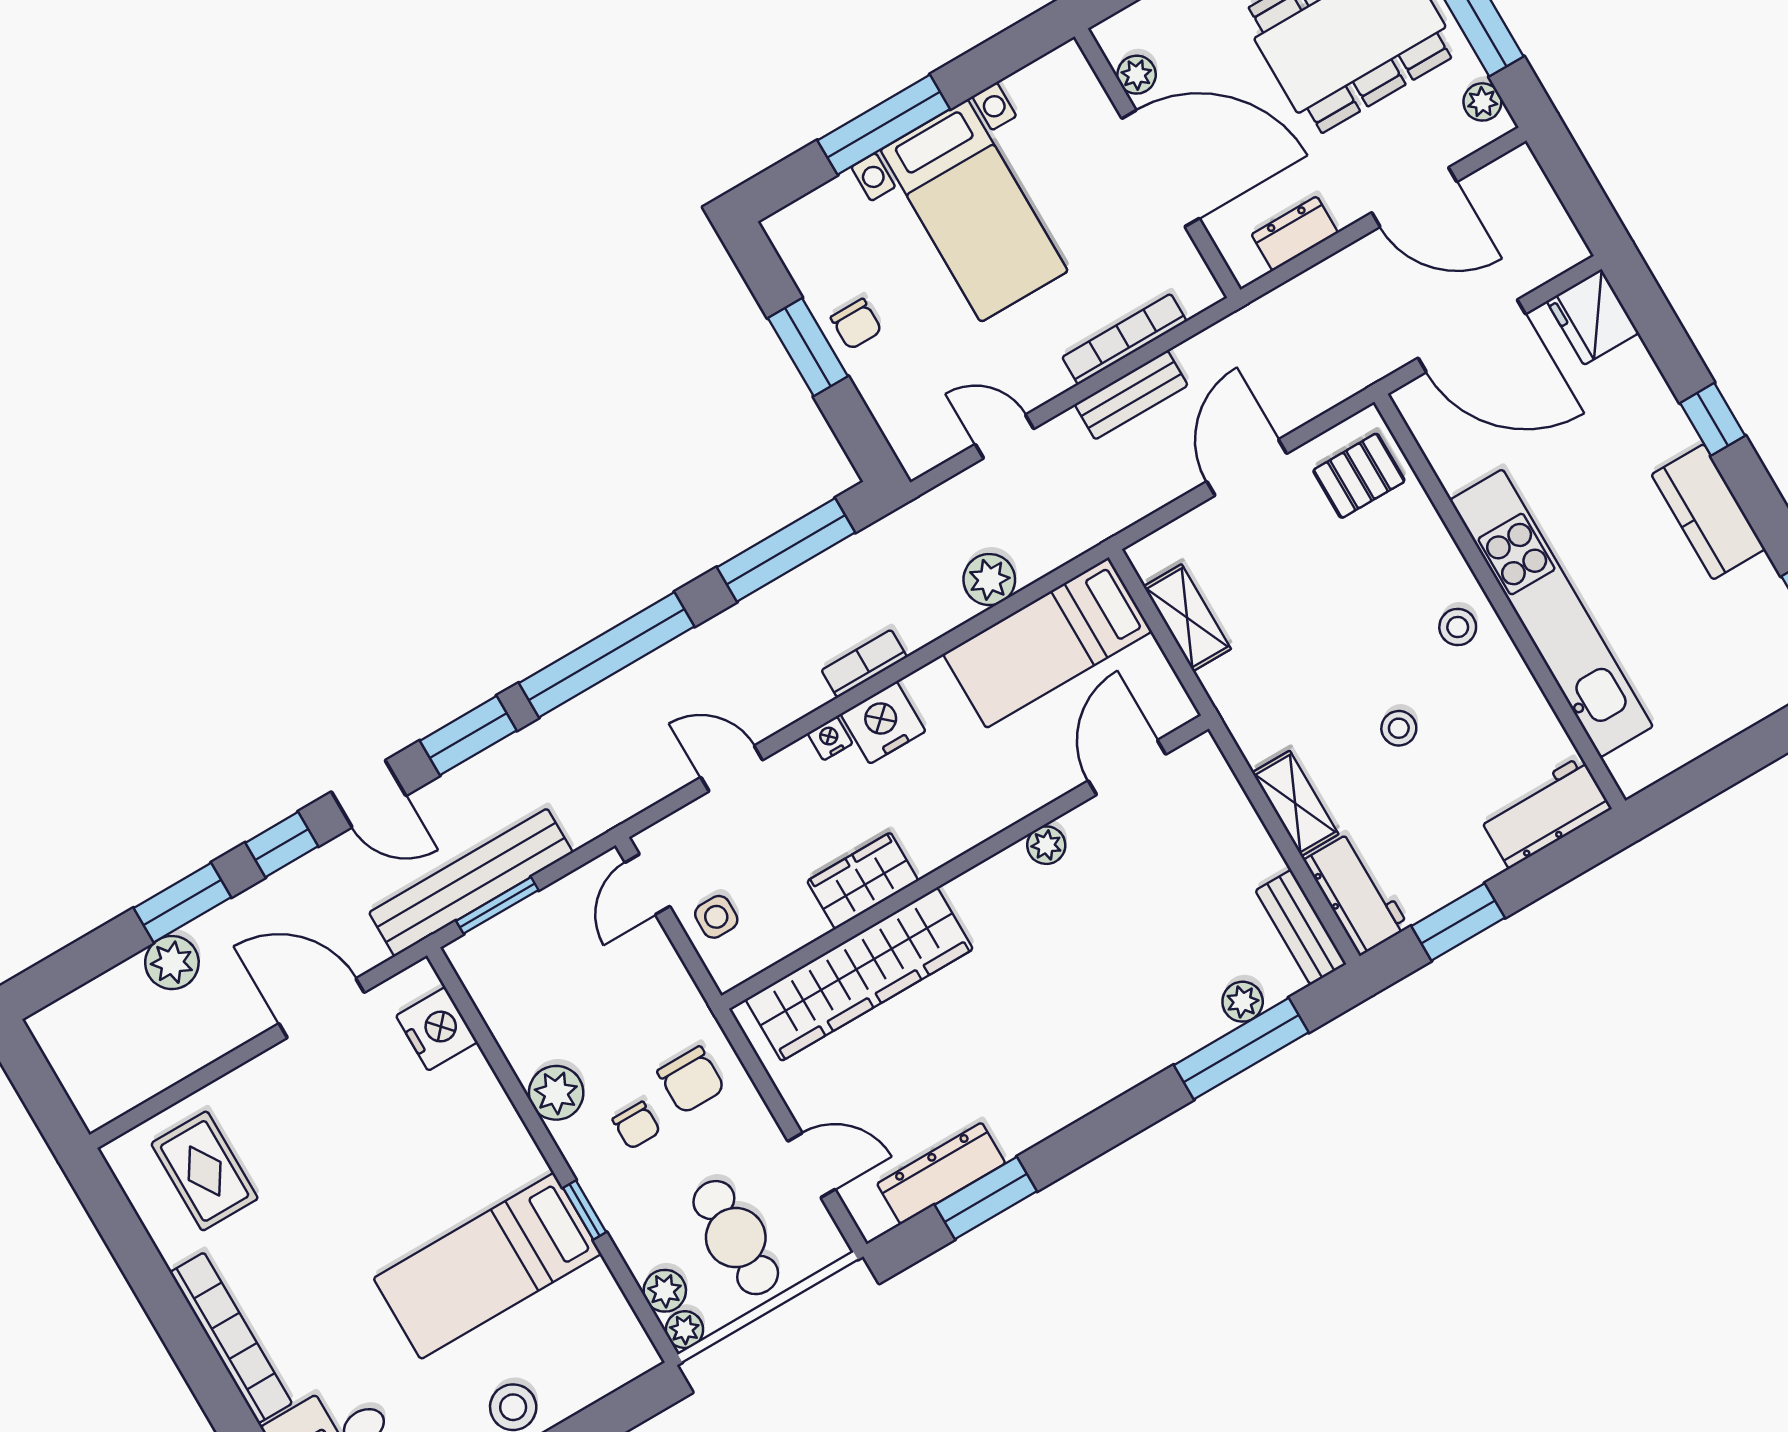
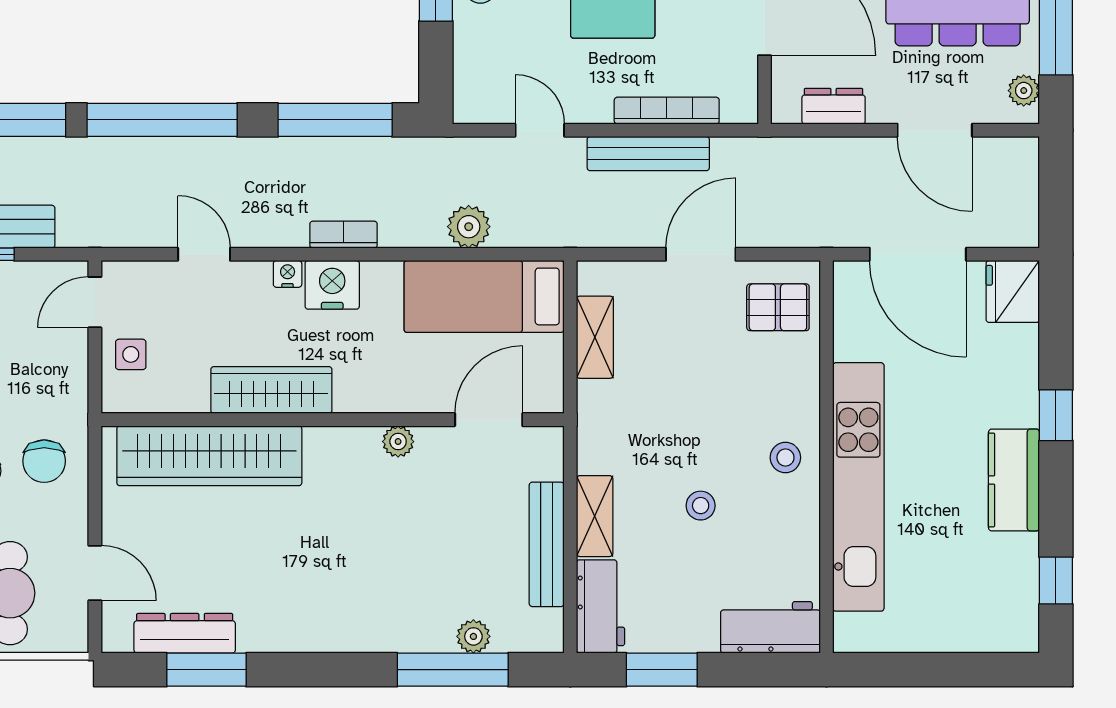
bench: (1131, 395) -> (648, 154), width x1.36
wardrobe: (863, 881) -> (271, 390), width x1.50
bench: (1301, 927) -> (547, 544), moved, width x1.36

